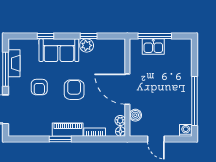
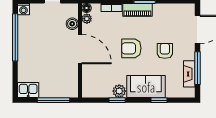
kitchen sink: (153, 47) -> (28, 90), moved
armchair: (74, 90) -> (131, 48), turned 90

